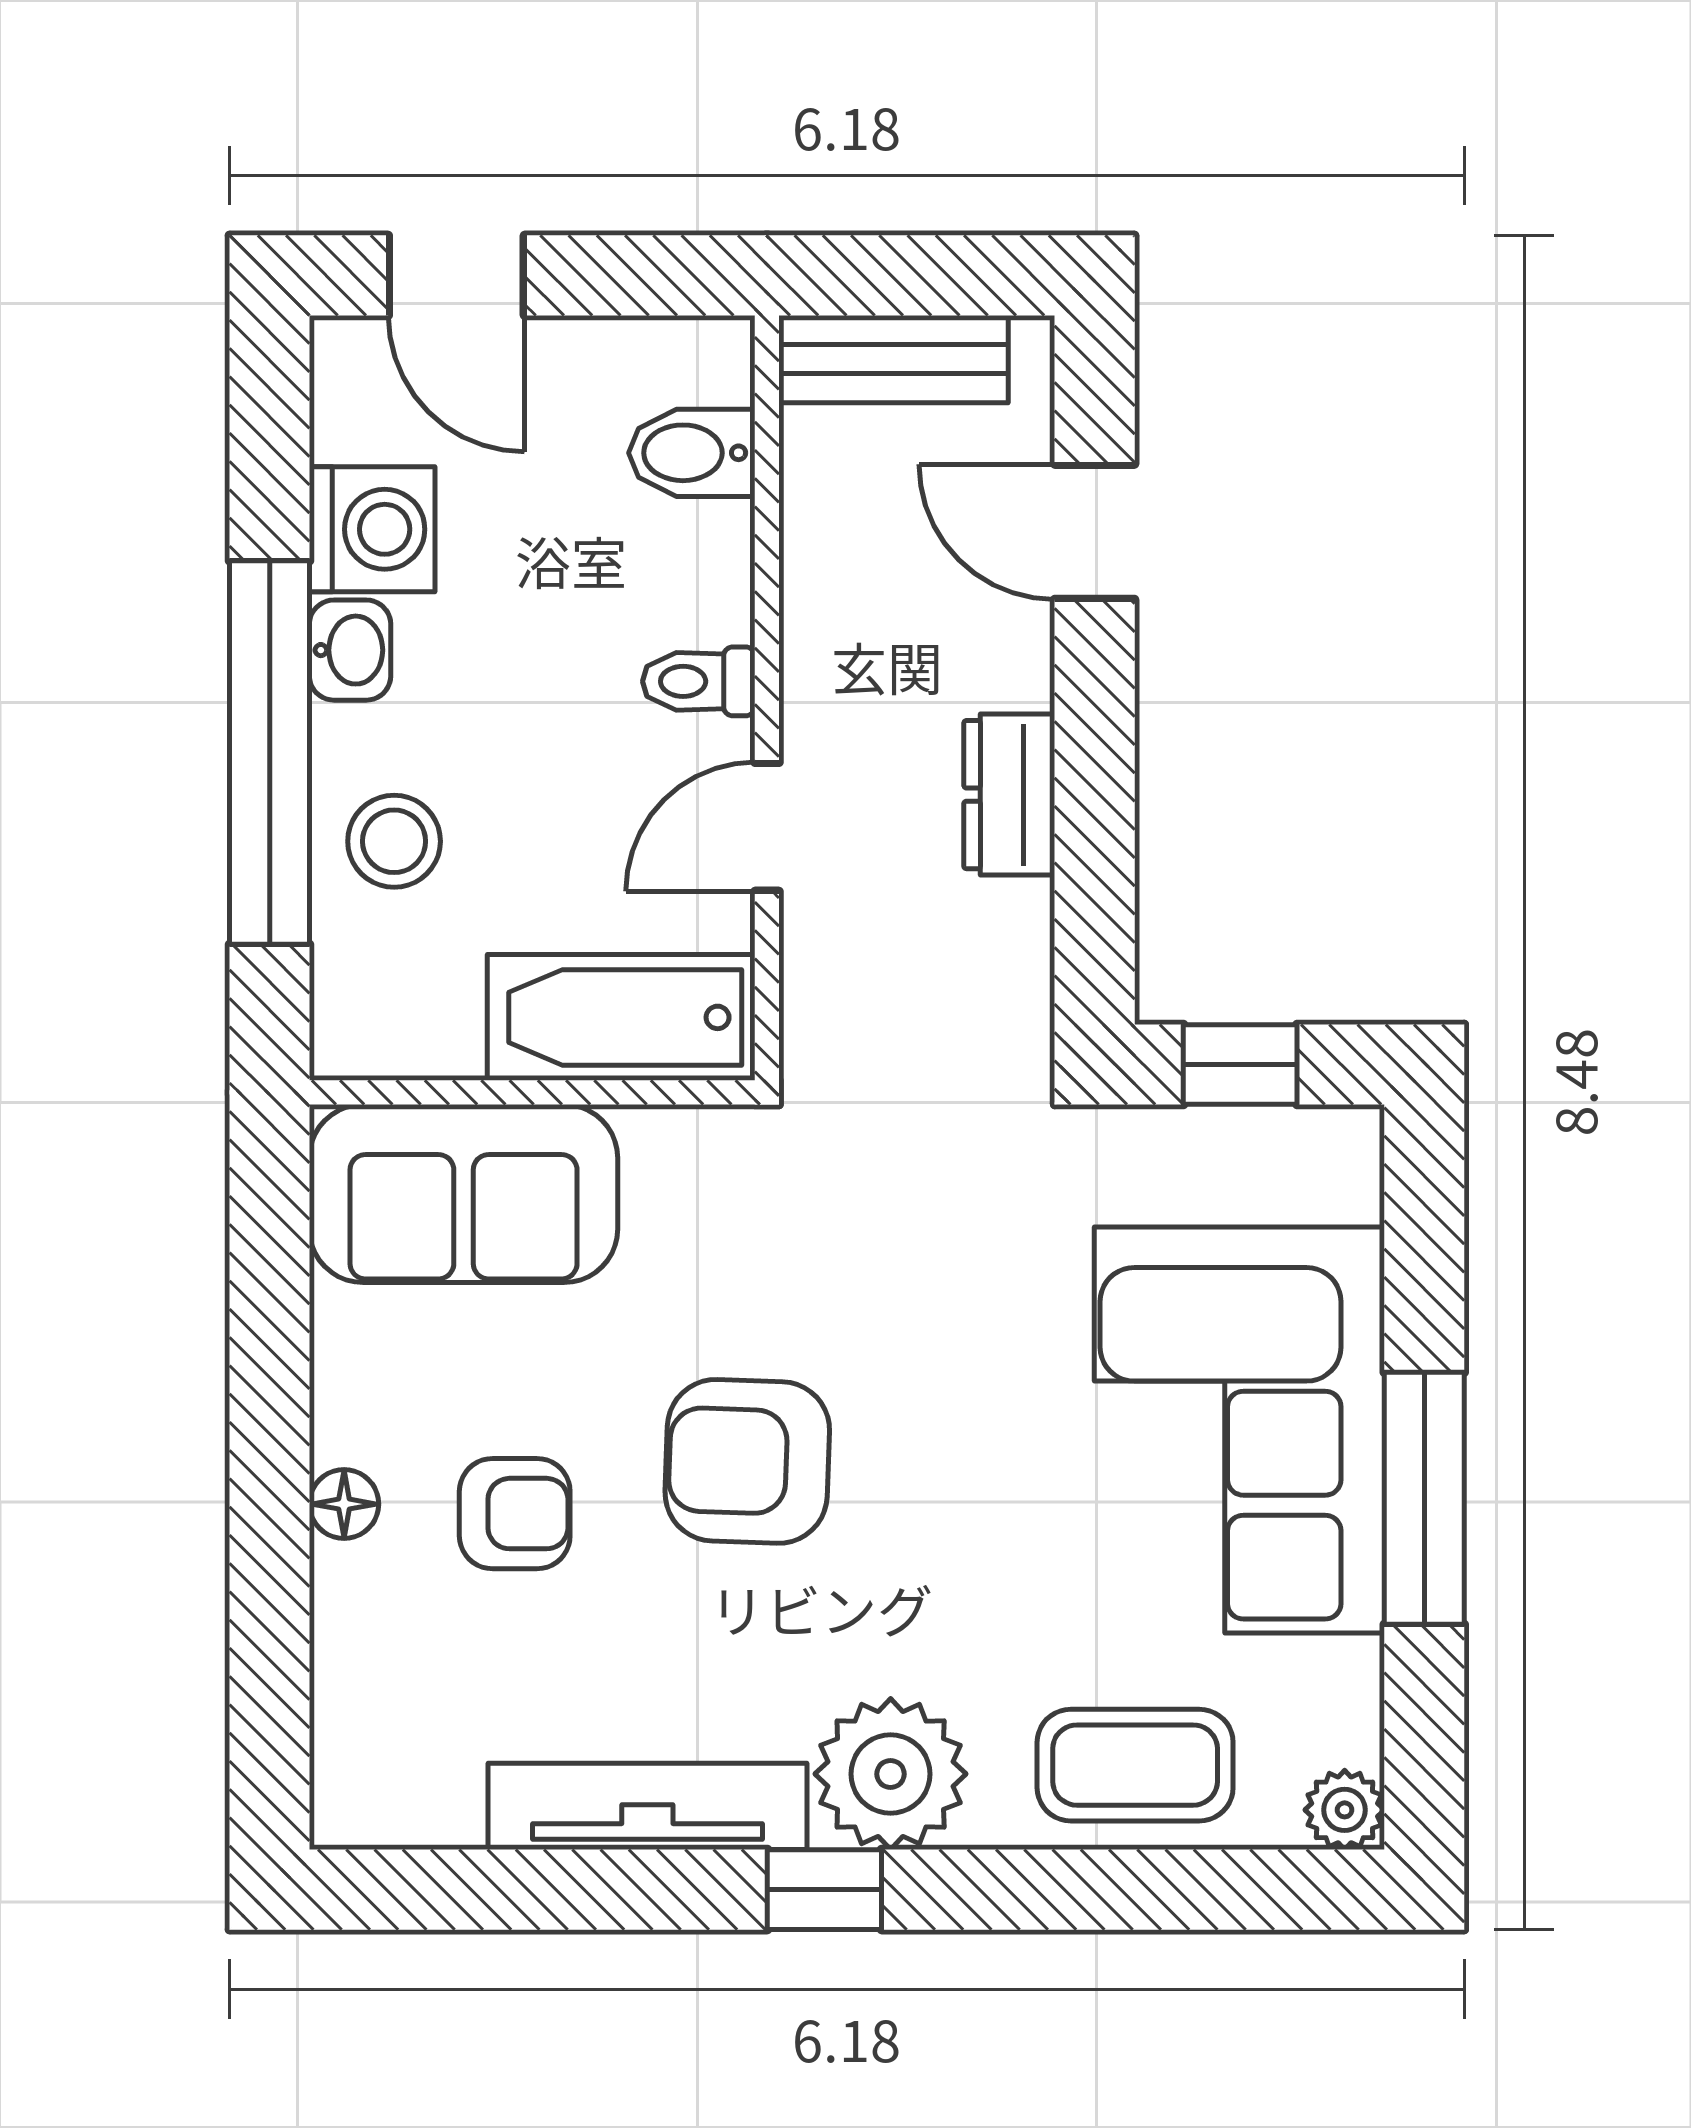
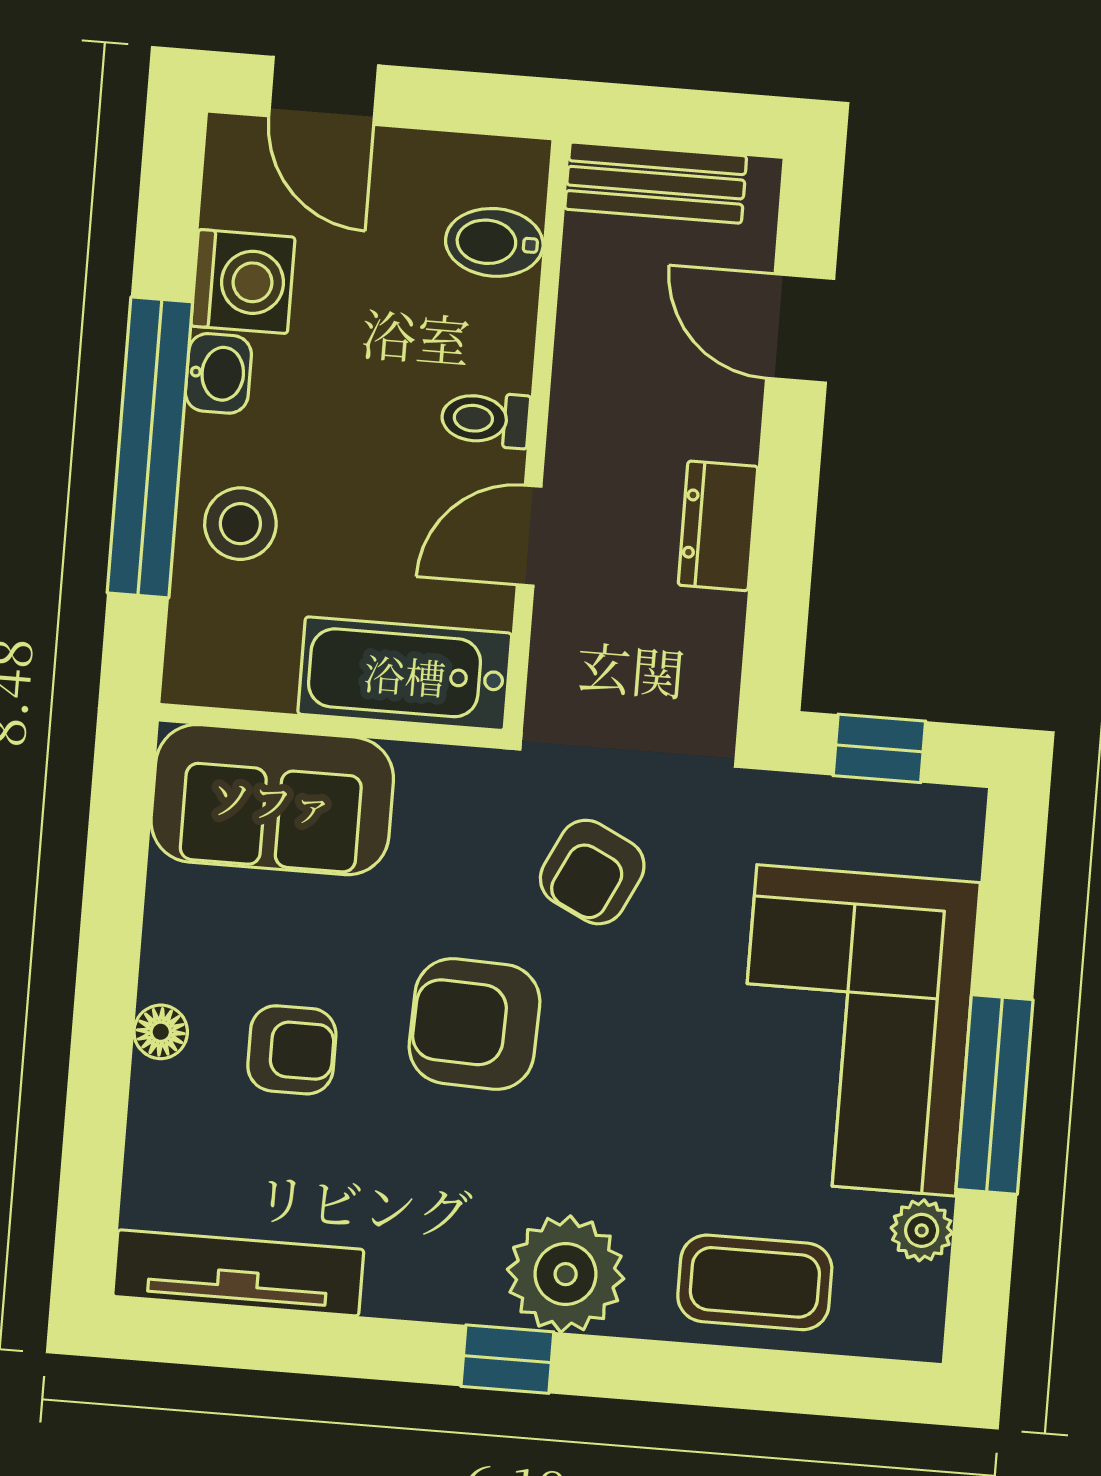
armchair: (883, 1253) -> (592, 872), added
tv unit: (647, 1806) -> (238, 1273), moved
plant: (1345, 1810) -> (922, 1230), moved

